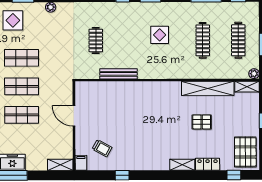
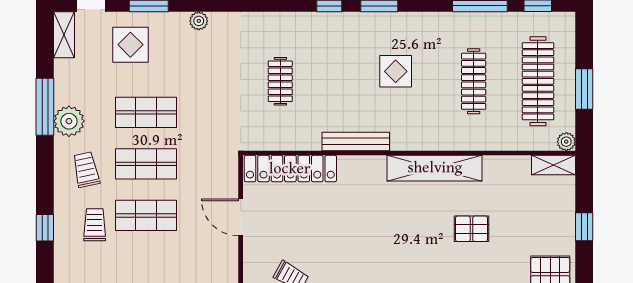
clothes rail: (238, 40) -> (538, 81), width x1.37, depth x1.31
bench: (118, 74) -> (356, 141), moved
shelving: (208, 88) -> (435, 168), moved
locker: (101, 89) -> (290, 169), added

